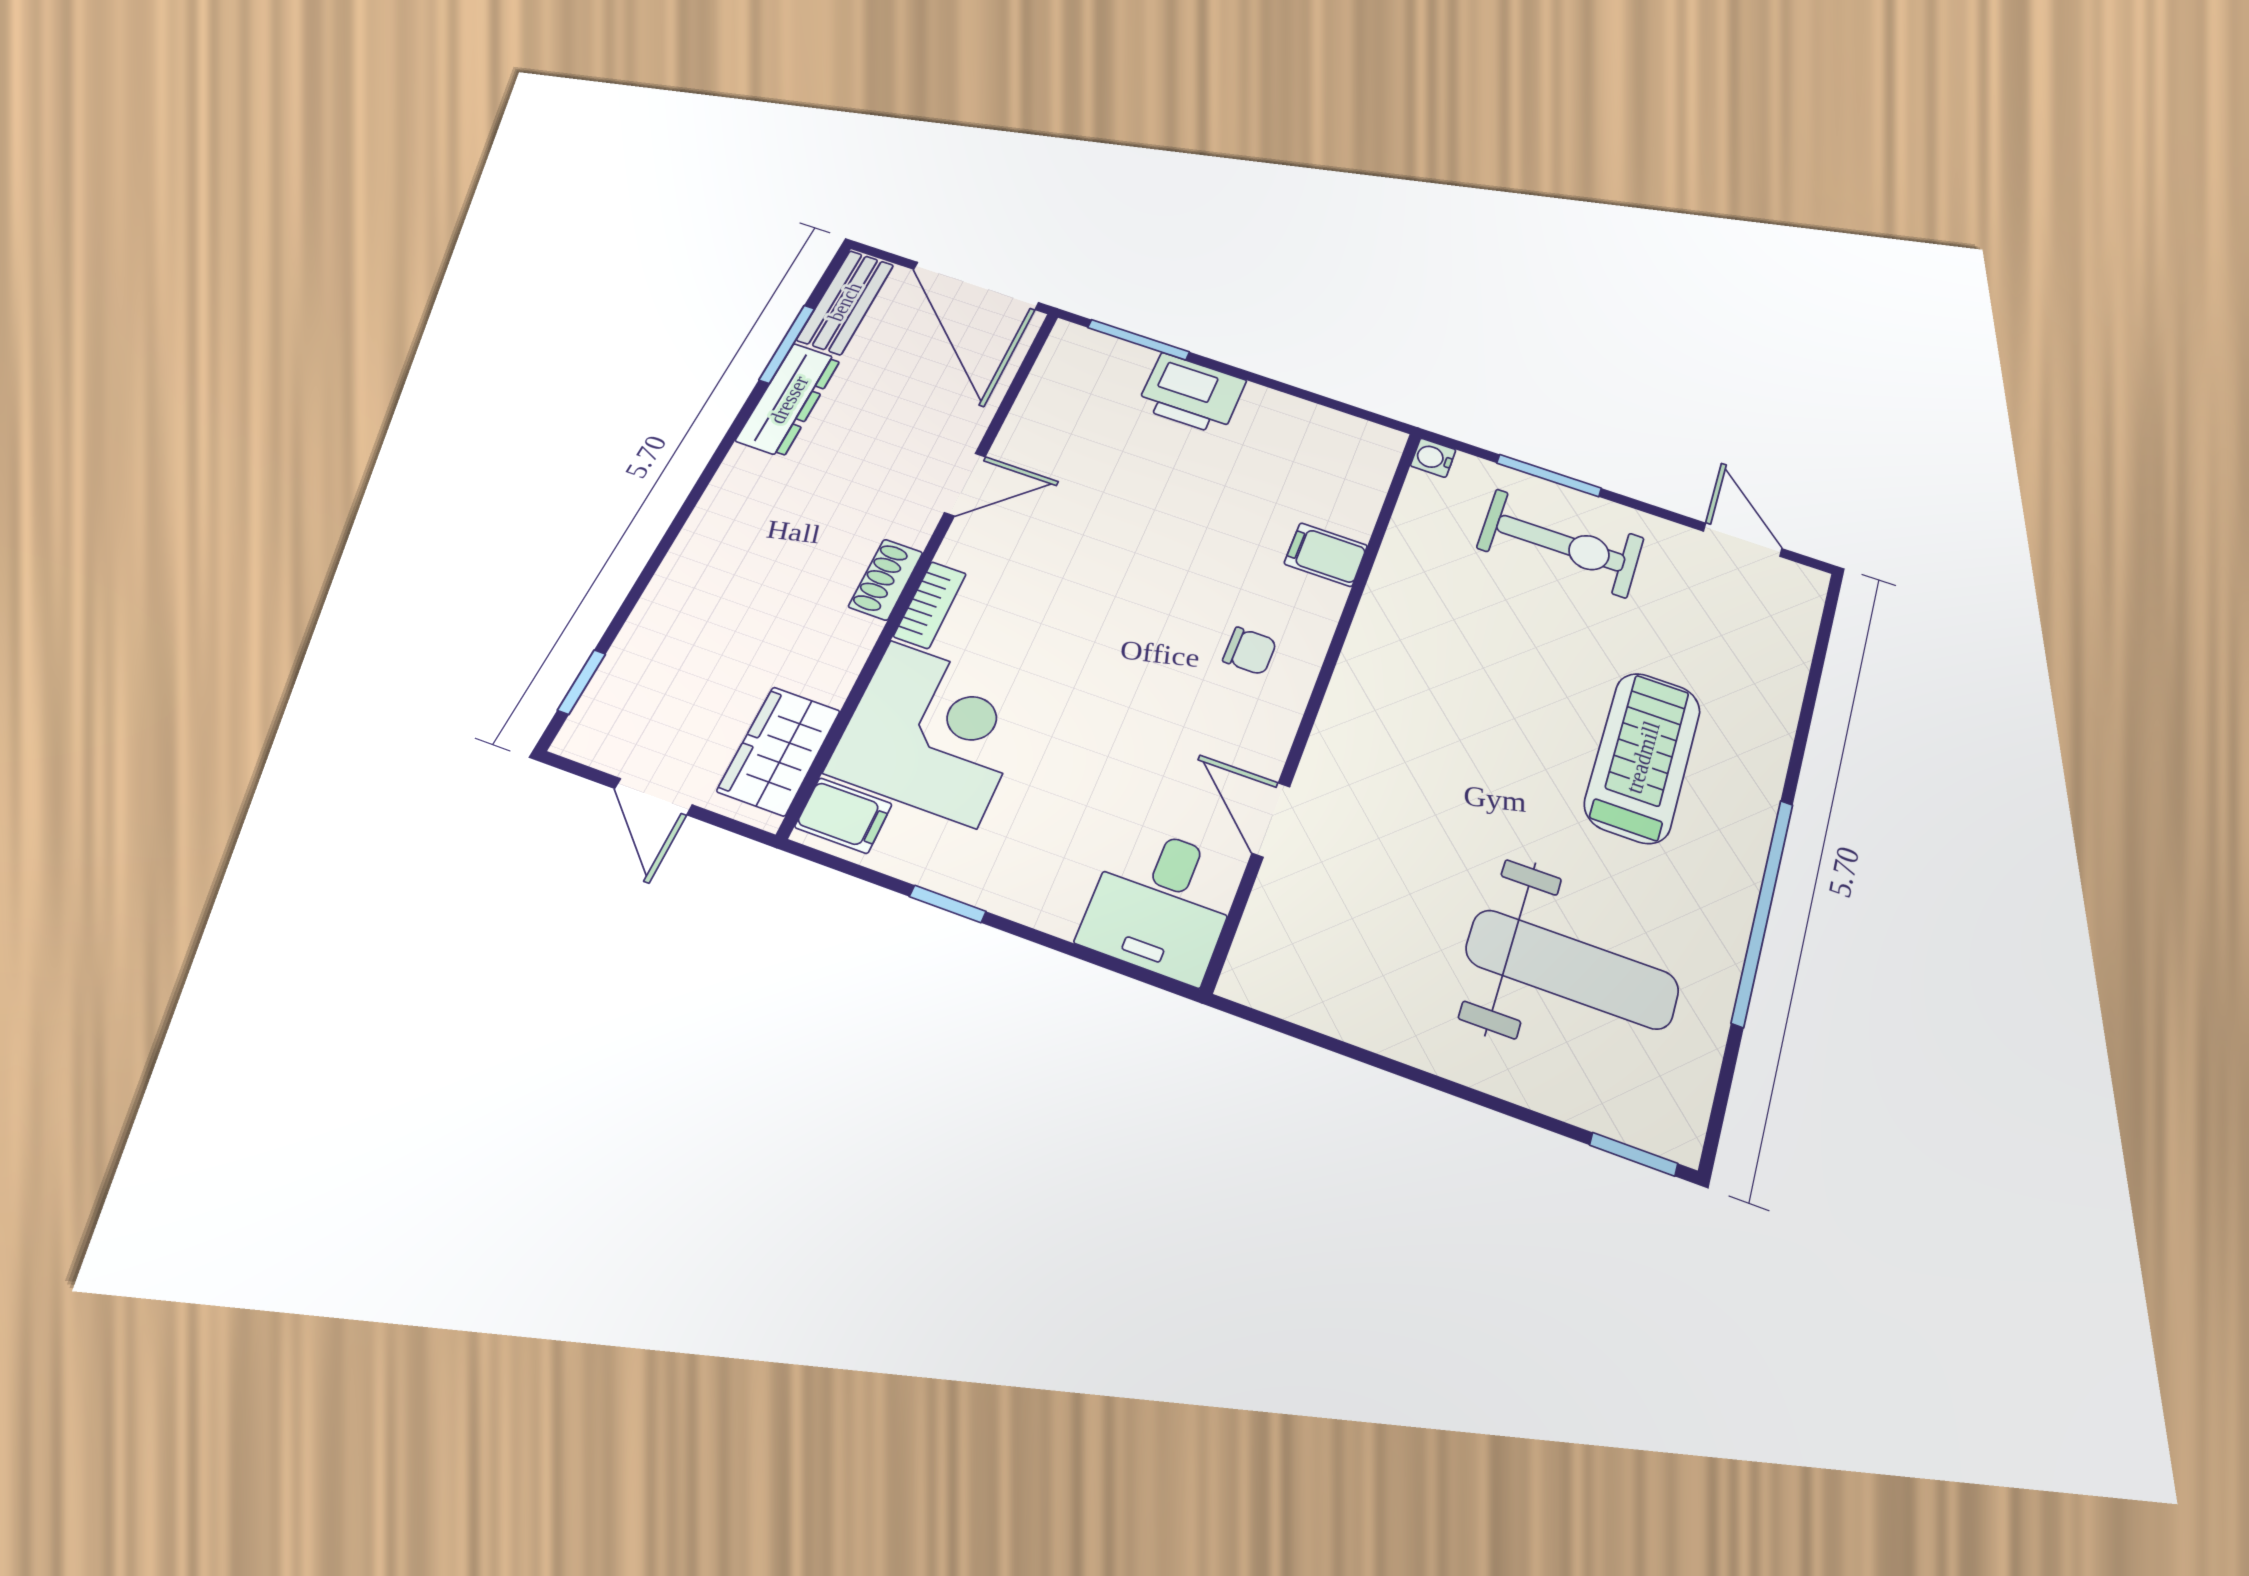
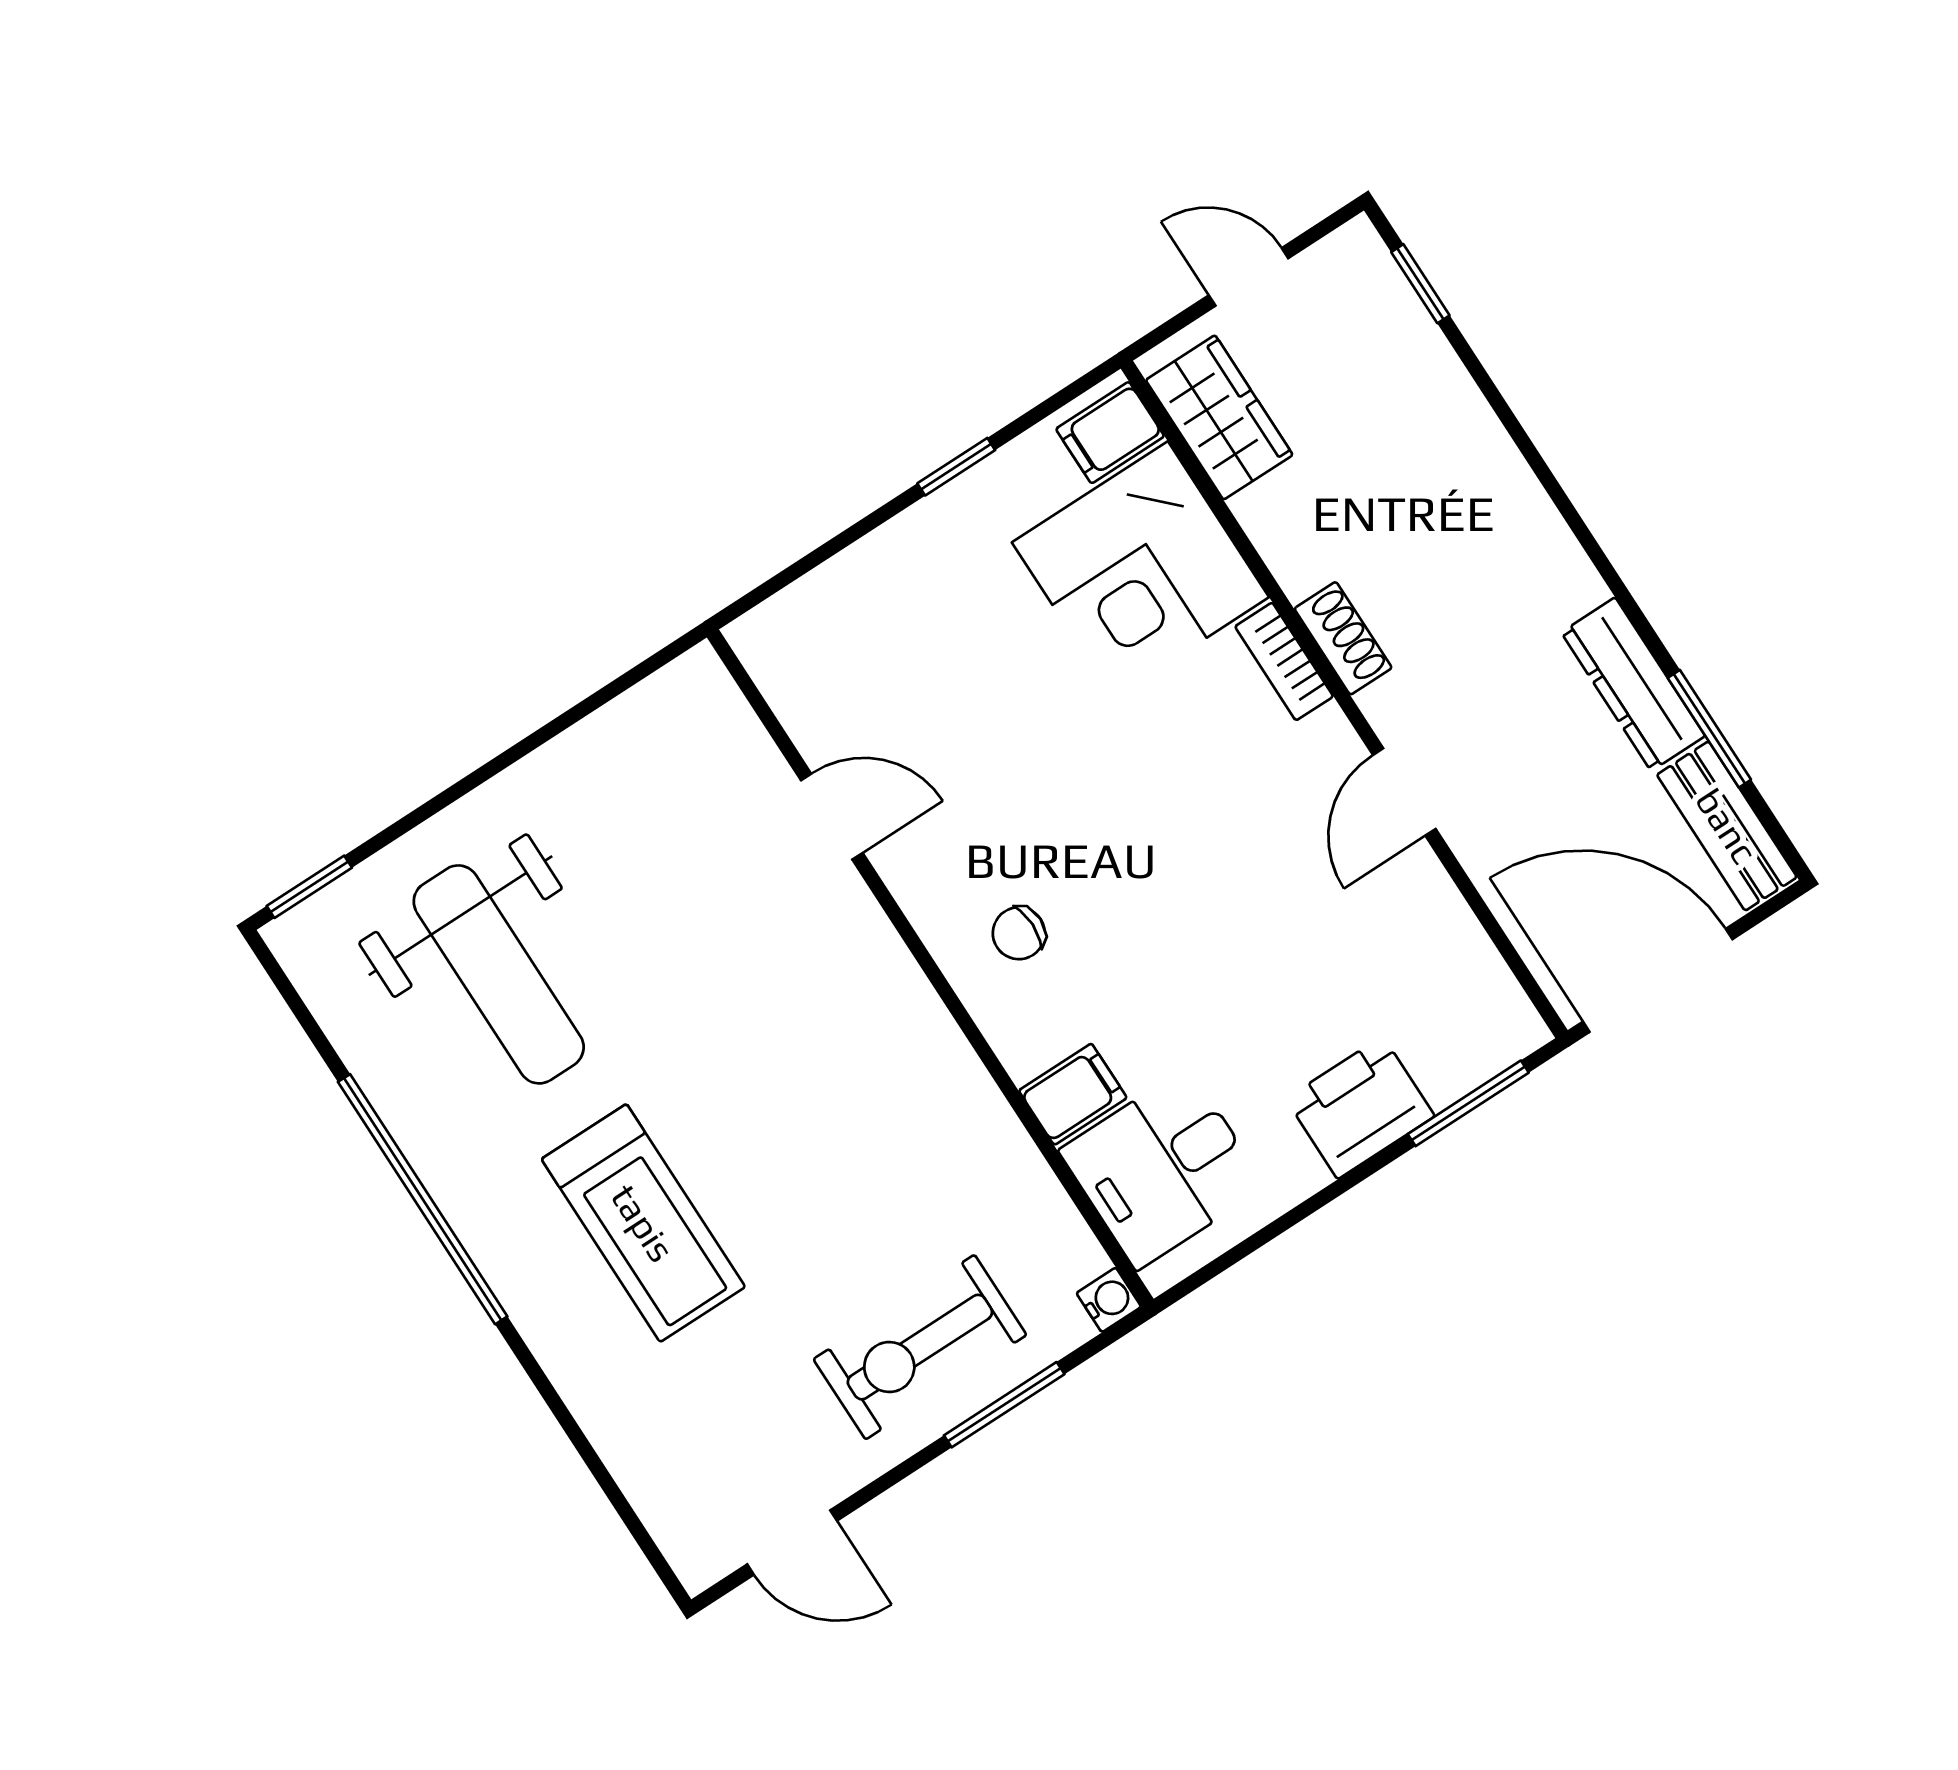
desk: (1161, 903) -> (1162, 1169), moved, turned -90
weight bench: (1572, 969) -> (499, 974), turned -90

